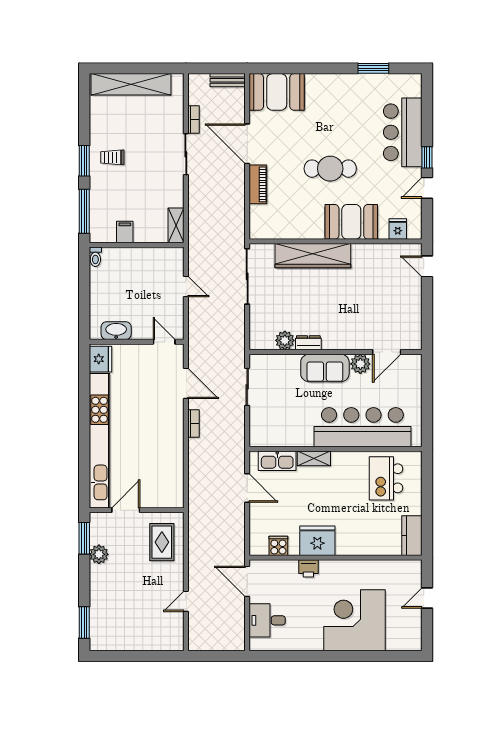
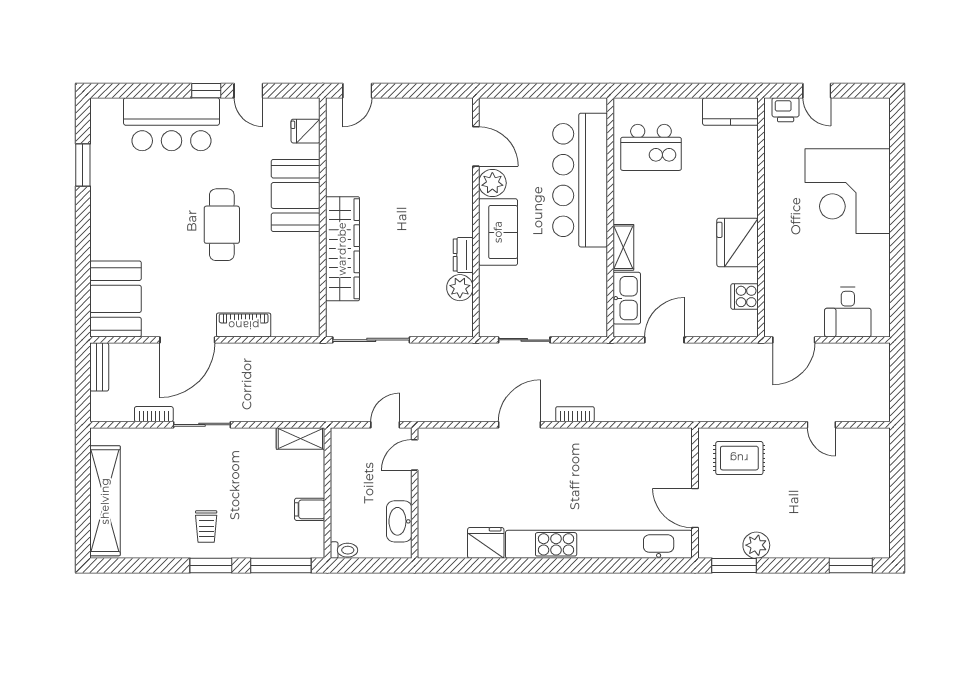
washbasin: (116, 331) -> (399, 521), moved
wall: (137, 342) -> (415, 493), moved
door: (164, 342) -> (415, 455), moved
printer: (308, 568) -> (786, 110), moved, turned 90

